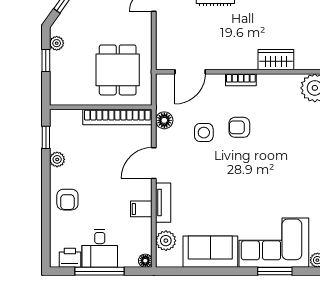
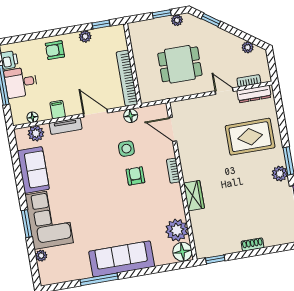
dining table: (118, 70) -> (180, 64), moved
floor lamp: (145, 261) -> (32, 117), moved

